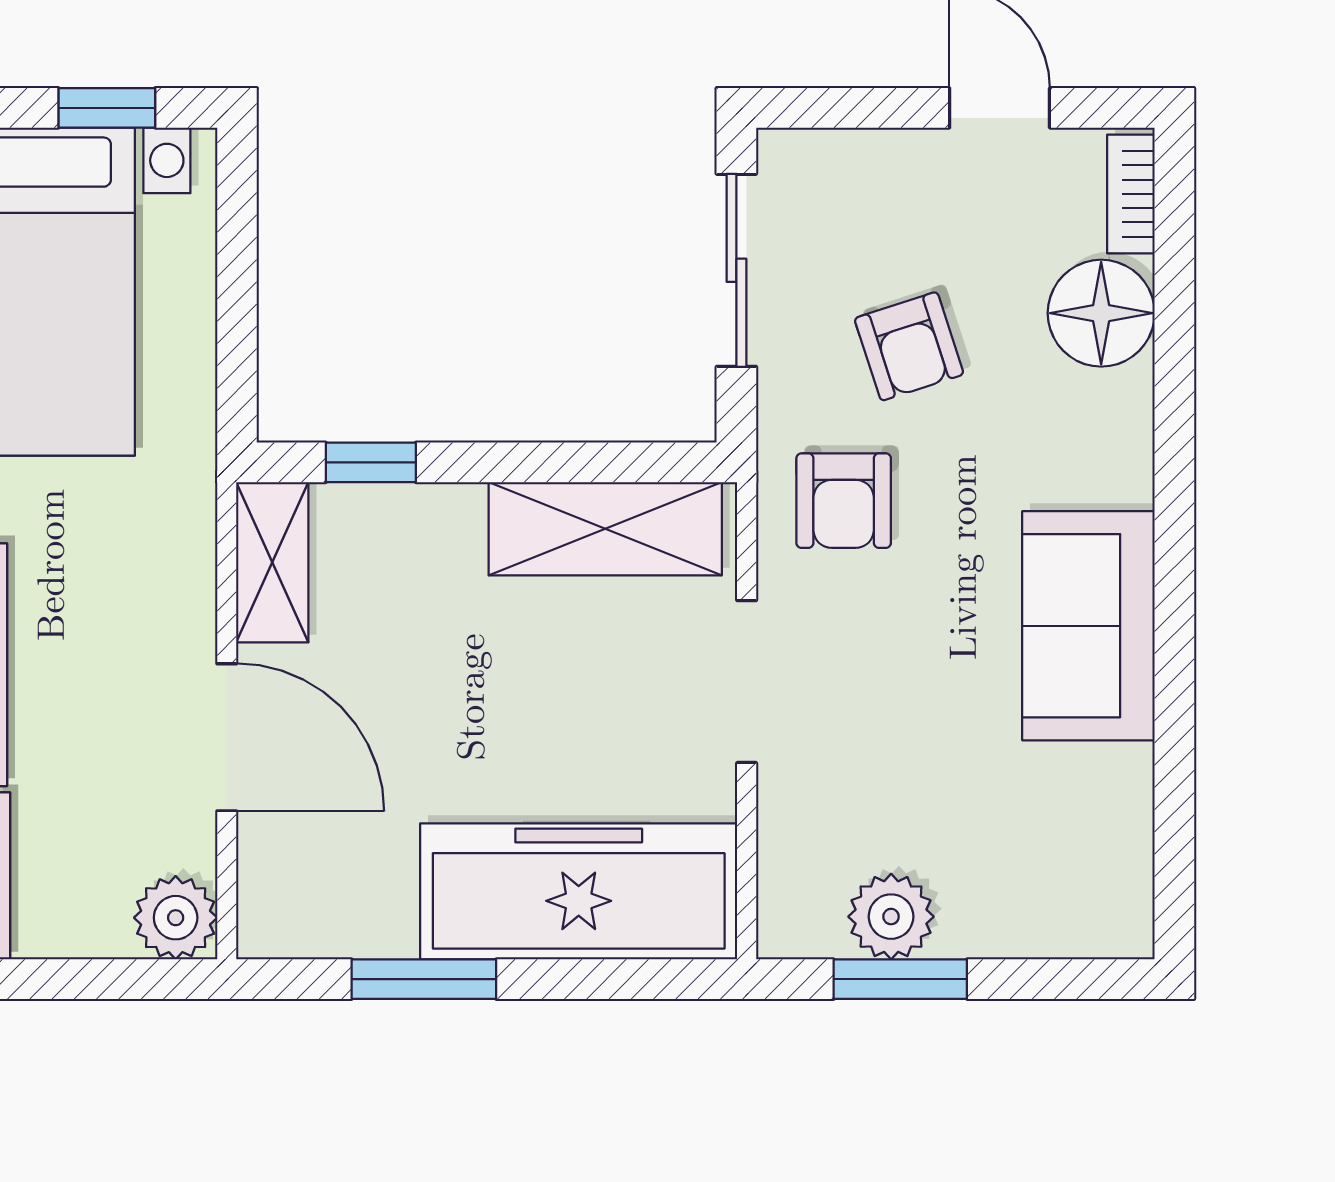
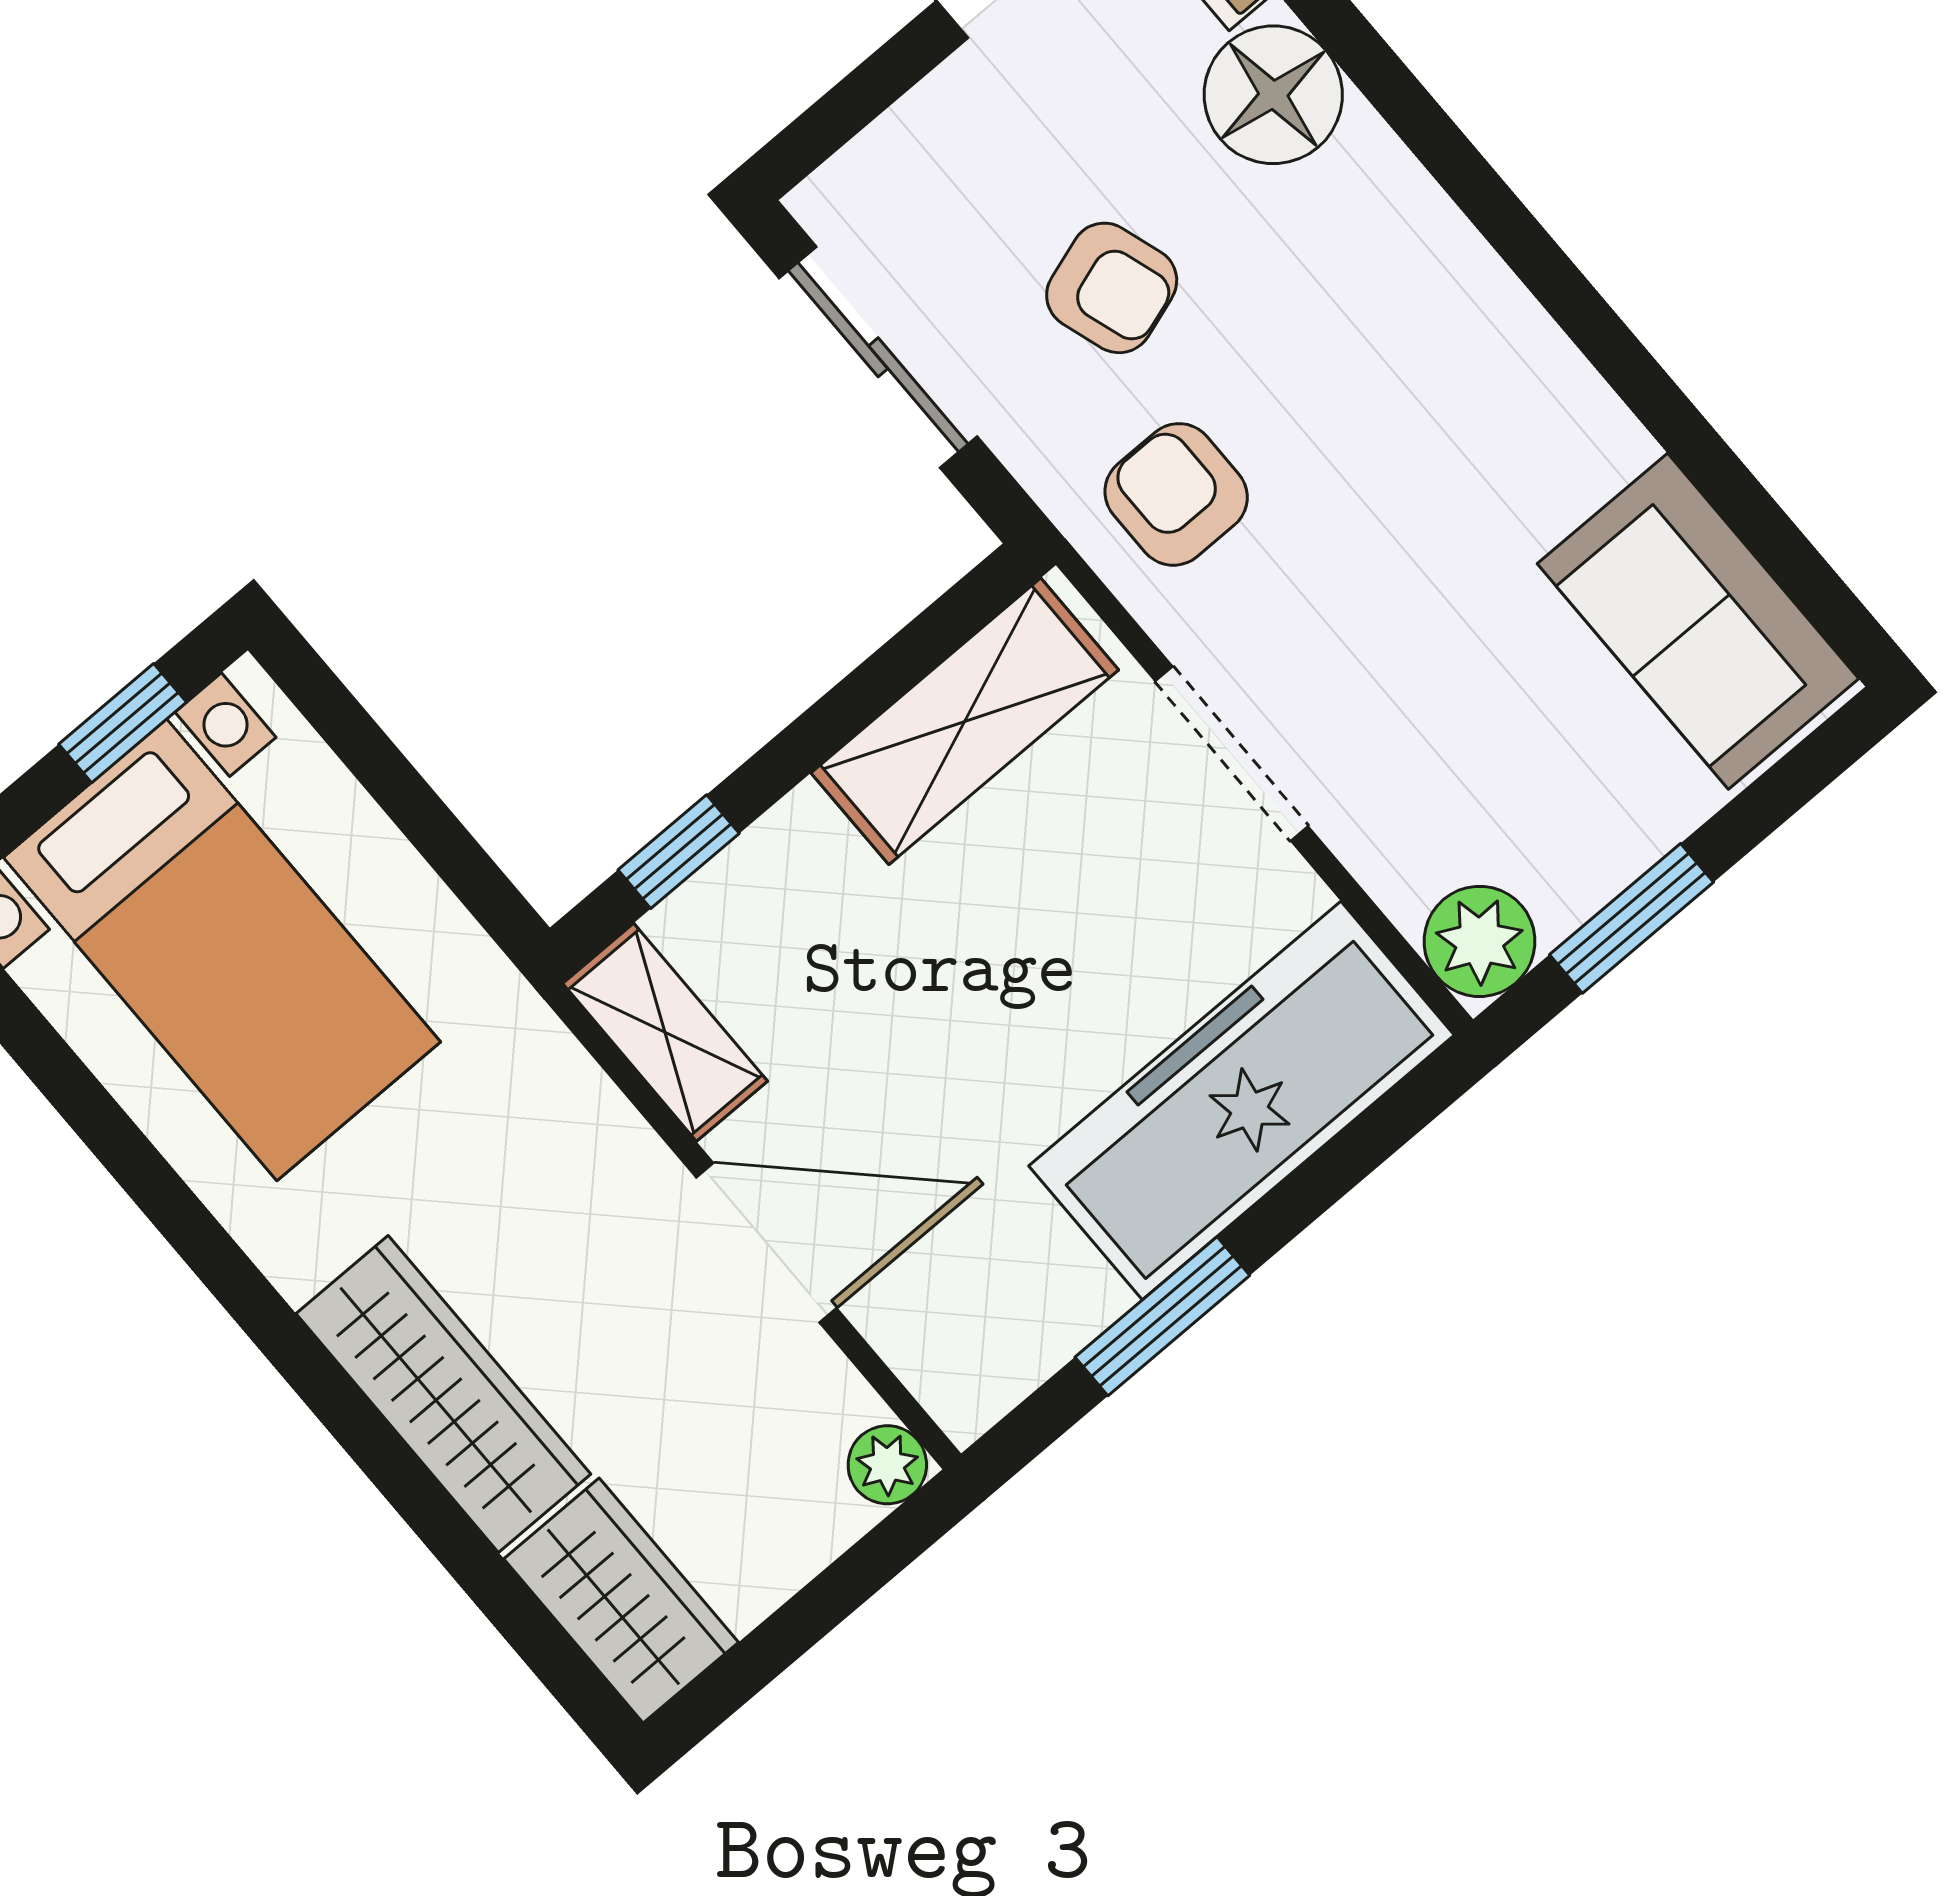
armchair: (844, 501) -> (1176, 494), turned 180
sofa: (1088, 626) -> (1698, 621), moved
plant: (891, 917) -> (1480, 941), moved
plant: (176, 918) -> (887, 1465), width x0.73, depth x0.73

